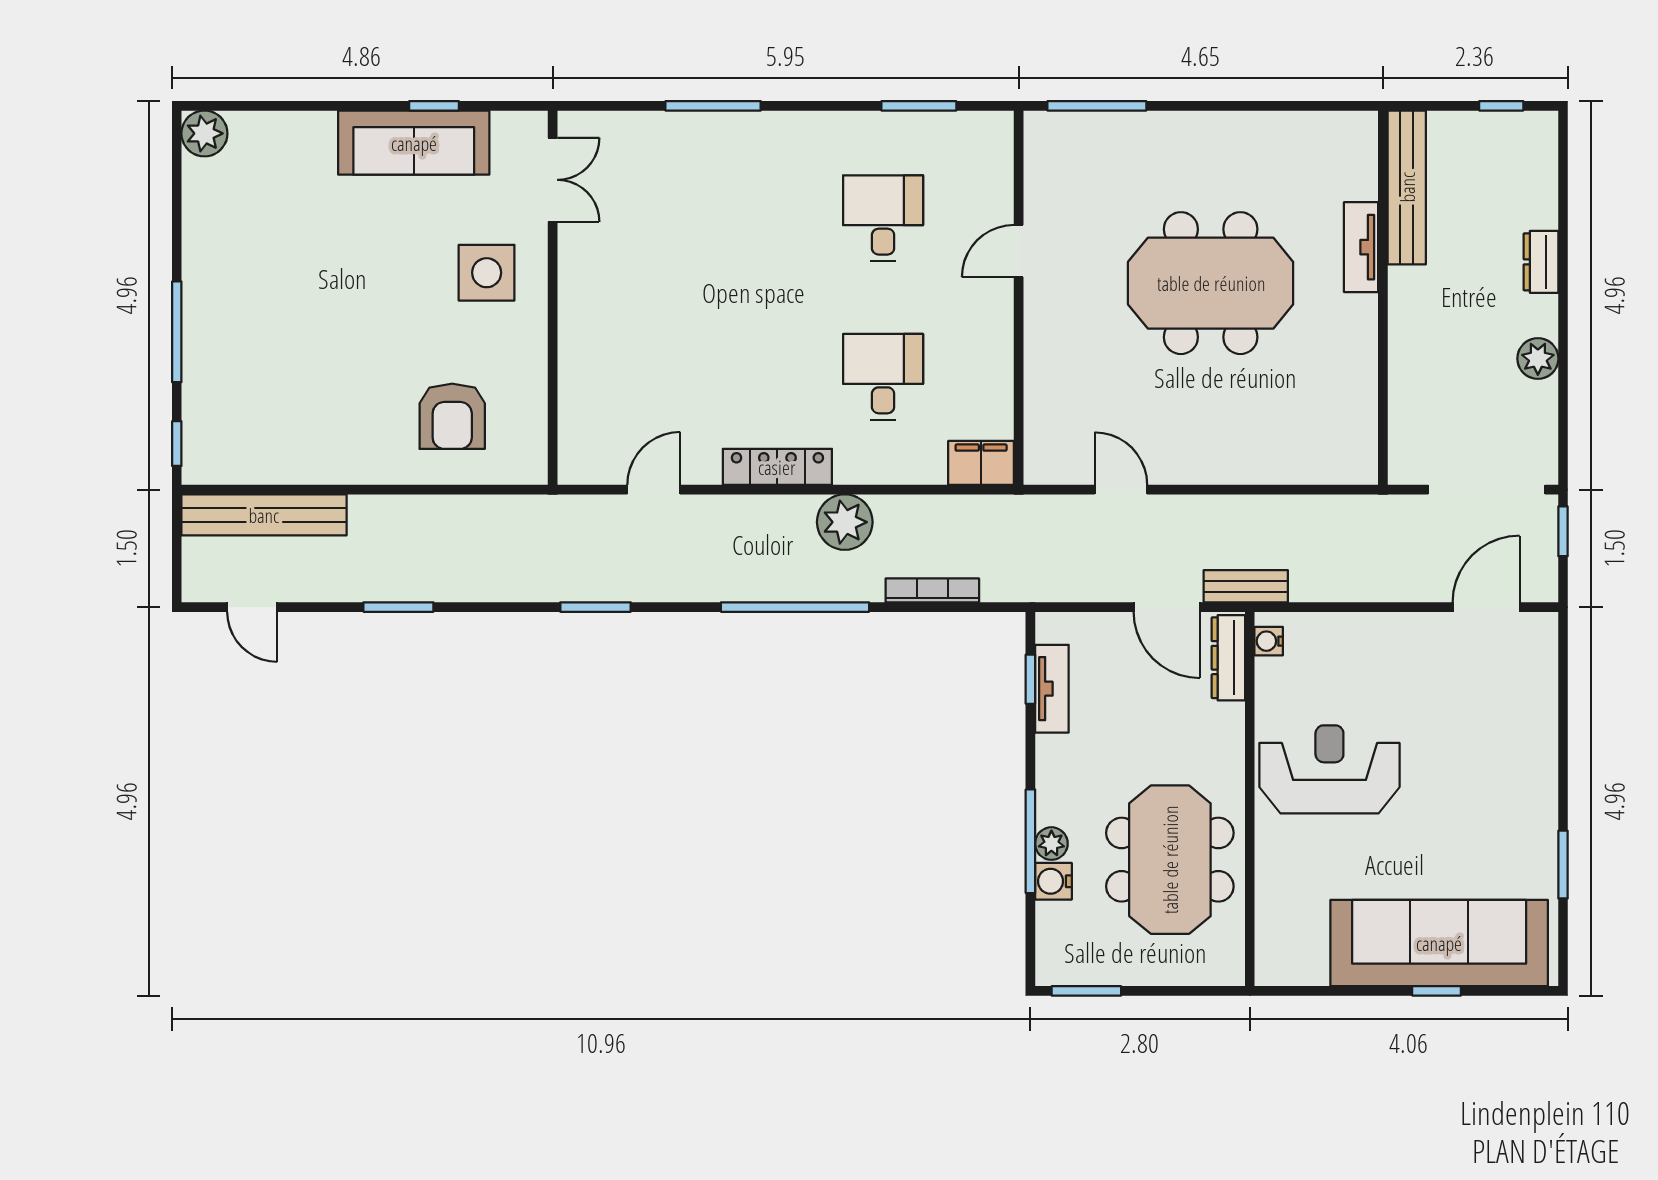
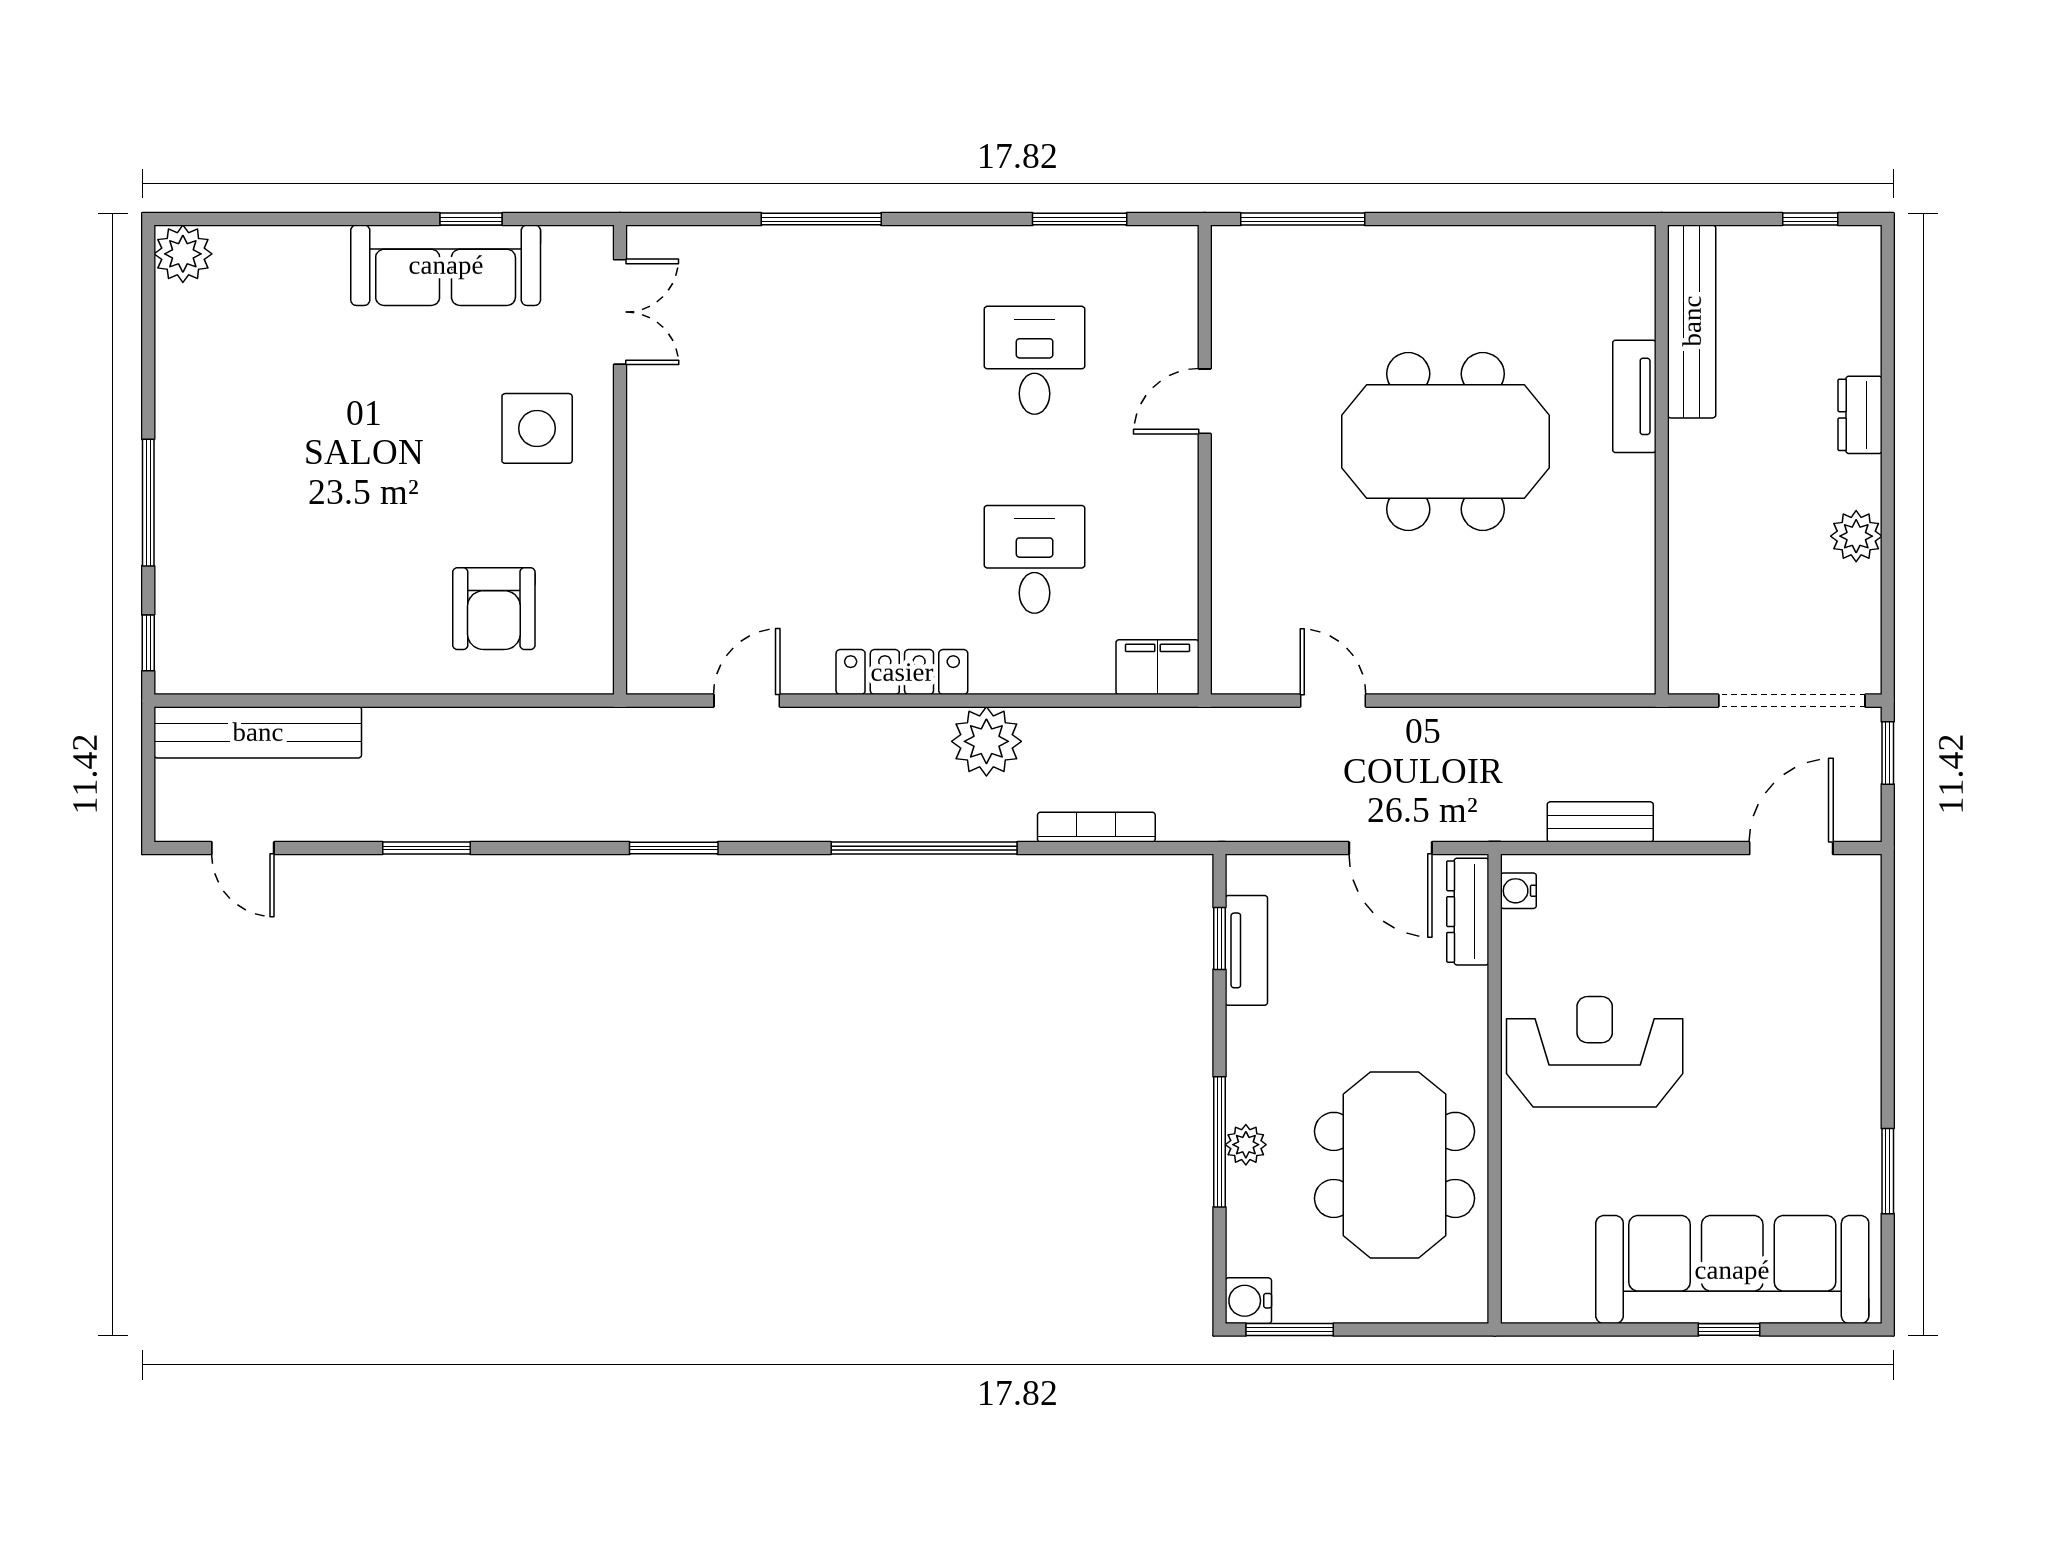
bench: (1246, 586) -> (1600, 822), moved
water cooler: (1053, 881) -> (1248, 1301), moved

